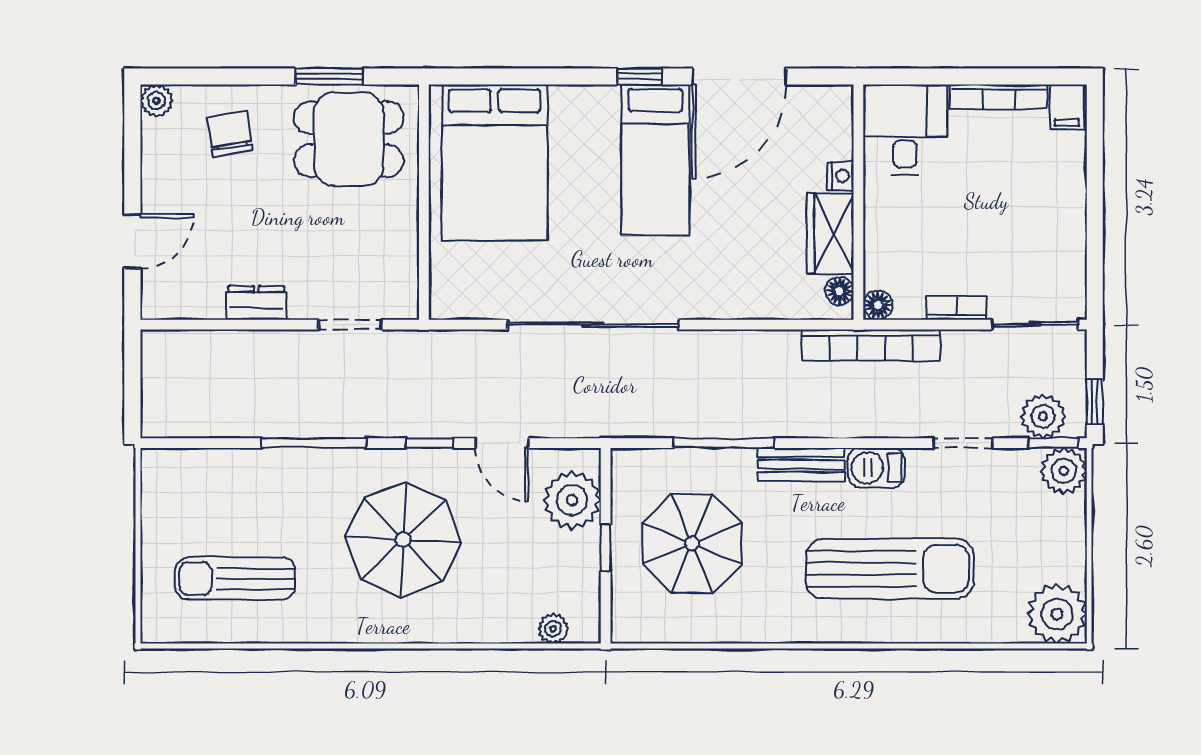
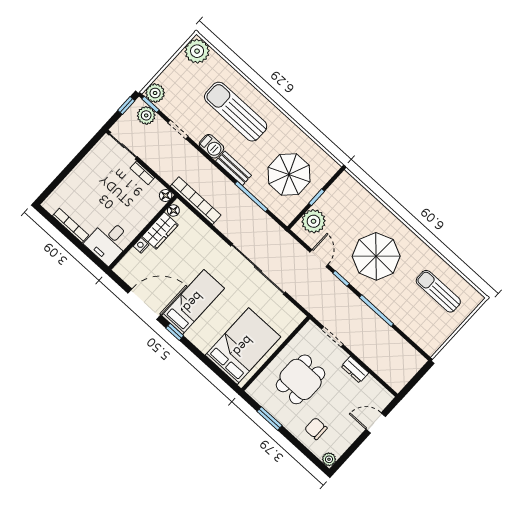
filing cabinet: (1067, 107) -> (53, 203), removed
chair: (230, 134) -> (316, 429), turned 99
dining table: (349, 139) -> (301, 379), moved, turned 90
bookcase: (871, 345) -> (196, 201), moved
sun lounger: (235, 579) -> (438, 291), turned 180
plant: (553, 629) -> (355, 187), removed

